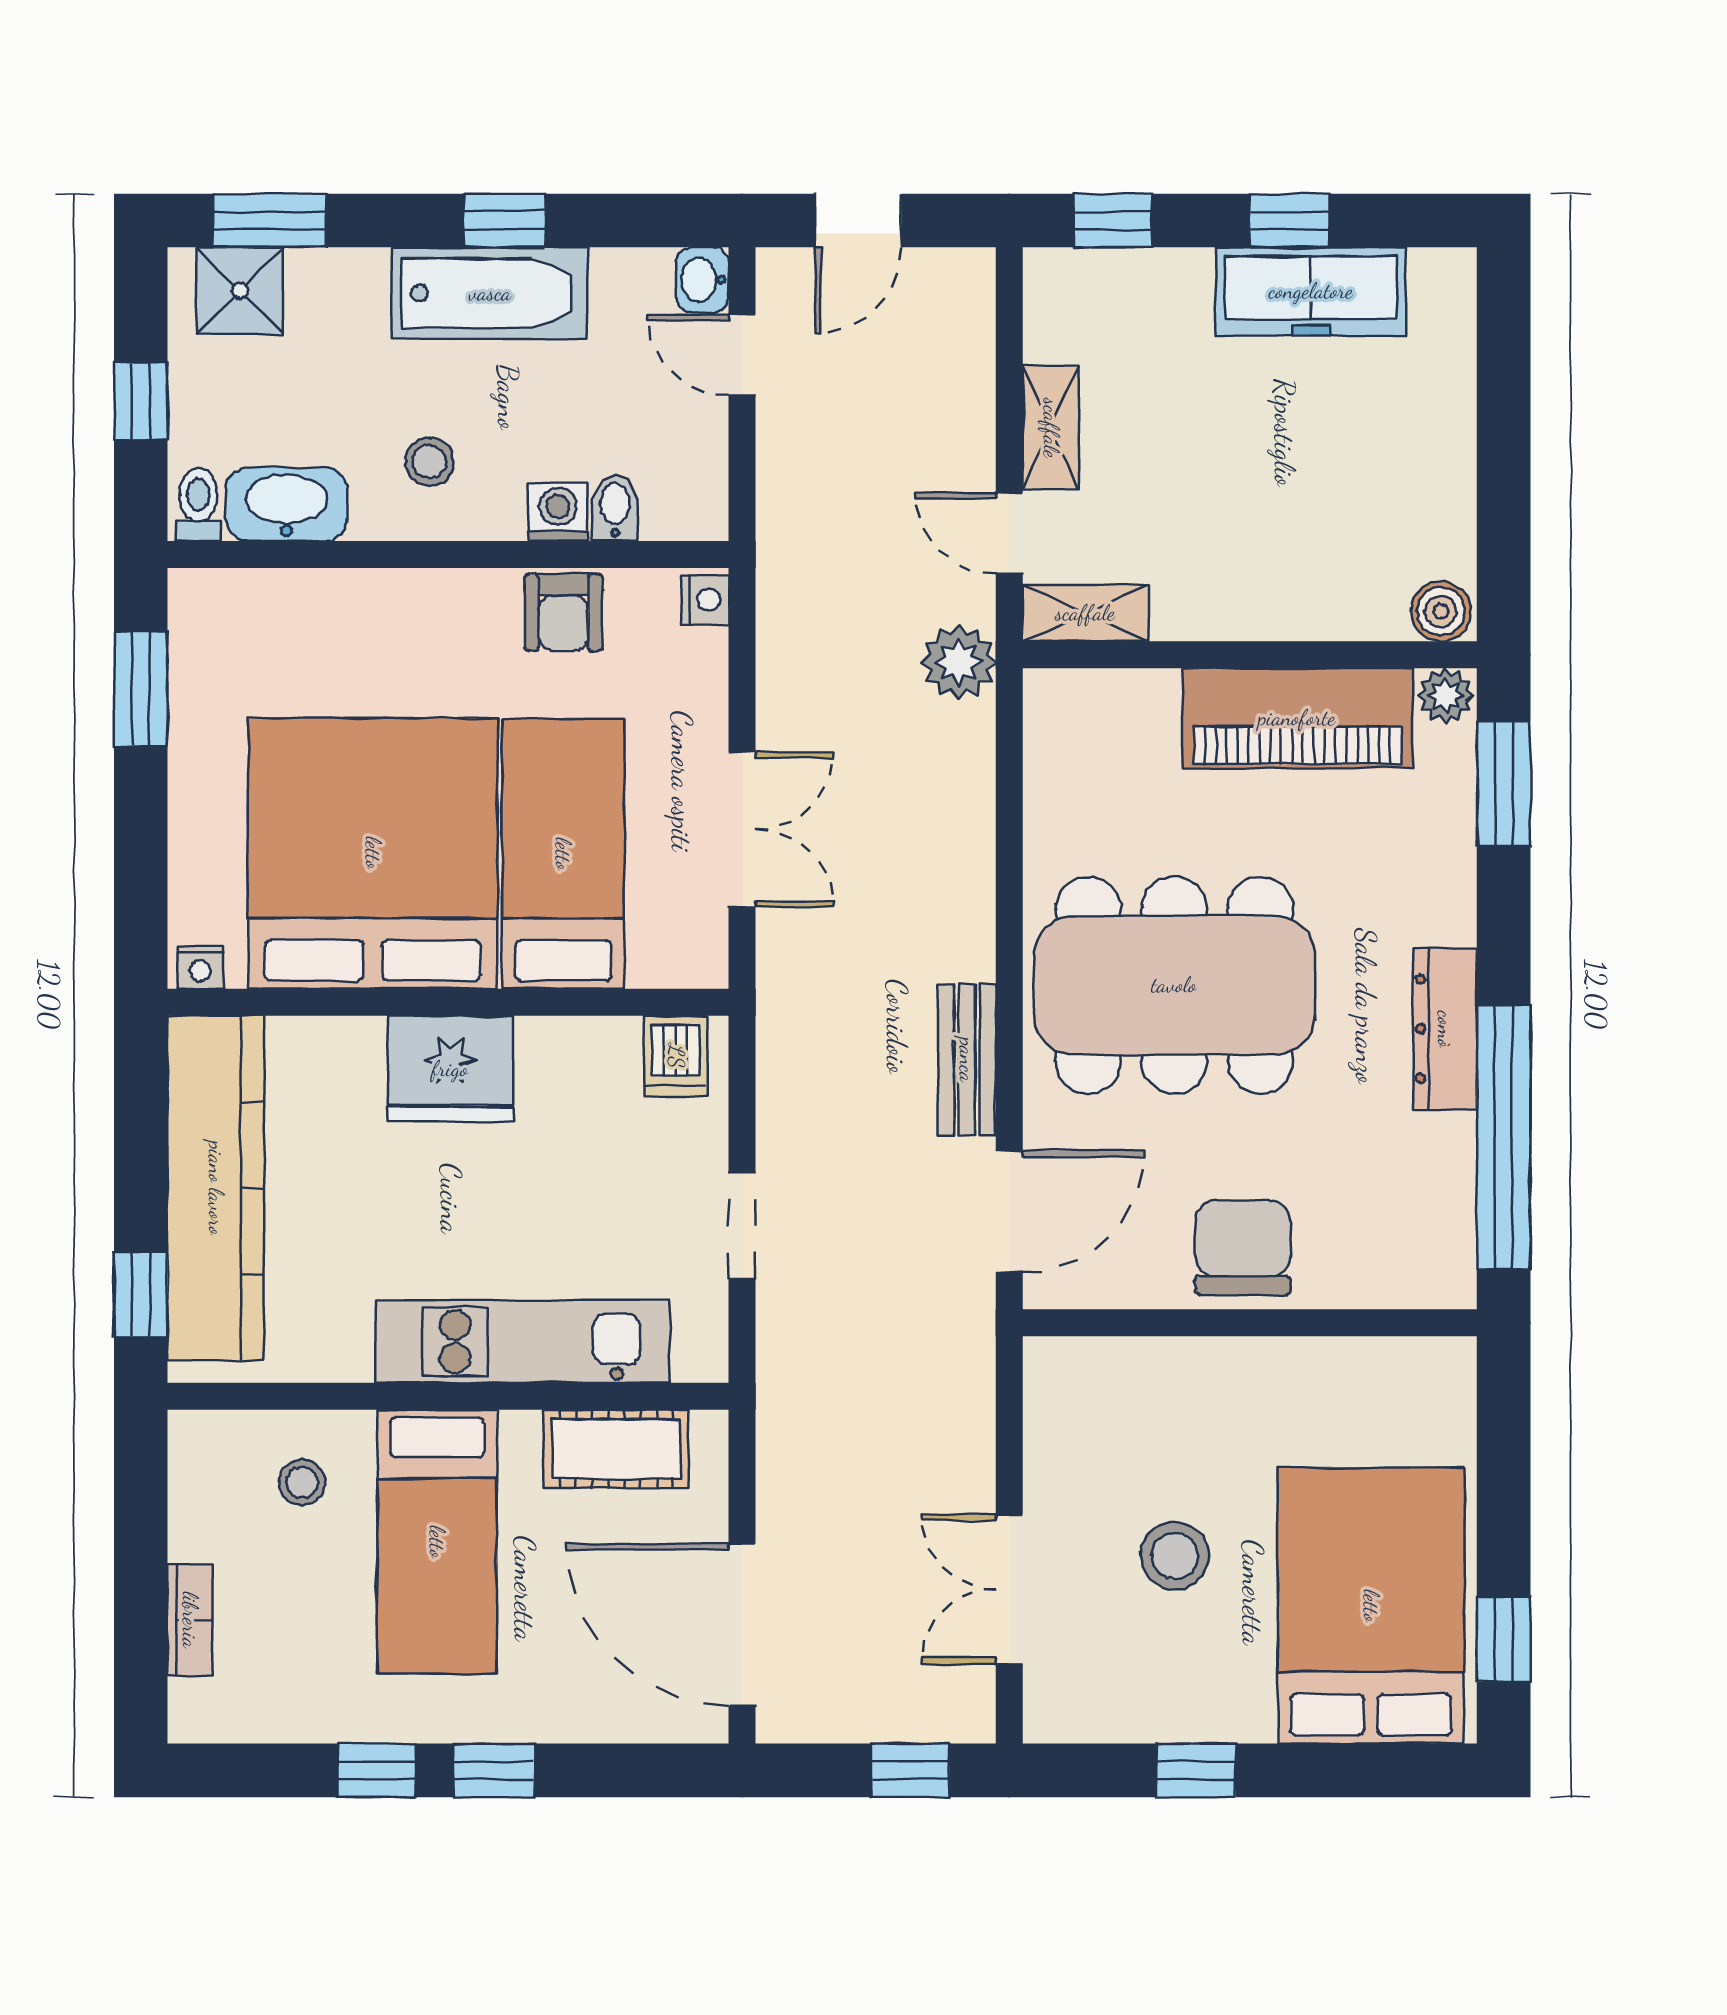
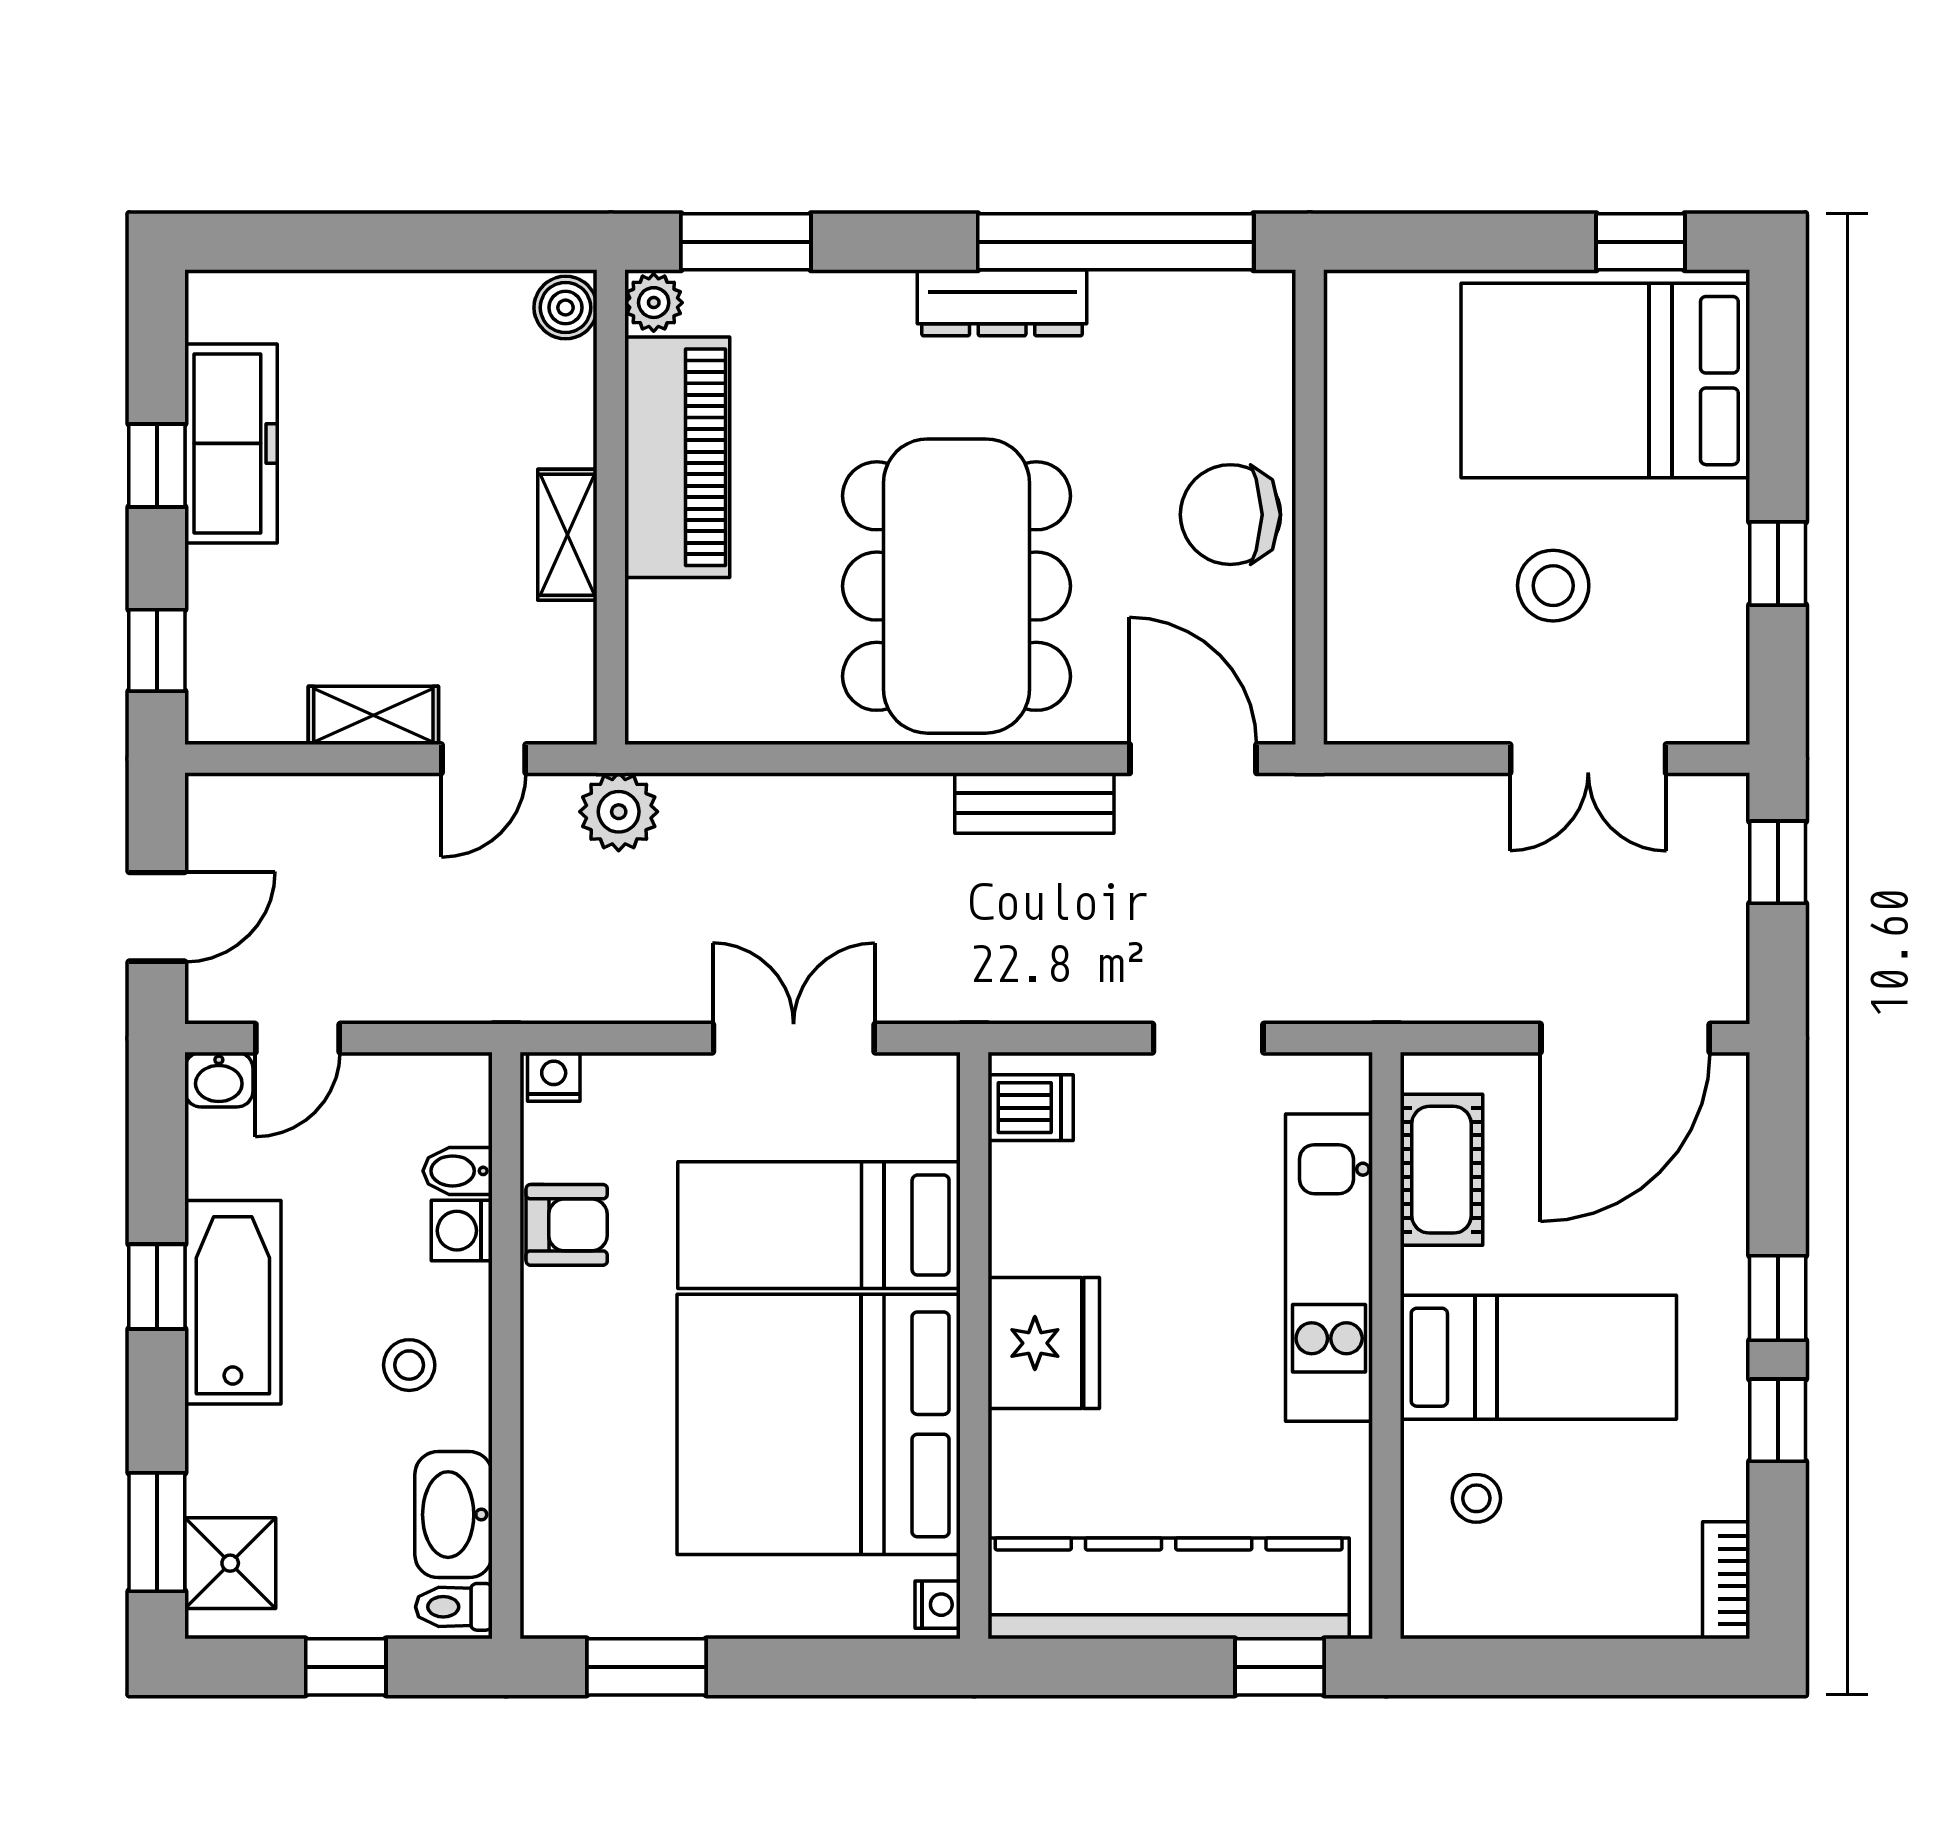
door: (858, 220) -> (157, 917), hinge flipped
shelving: (1085, 613) -> (567, 535), moved
bookcase: (190, 1620) -> (1726, 1580), moved, turned -90

